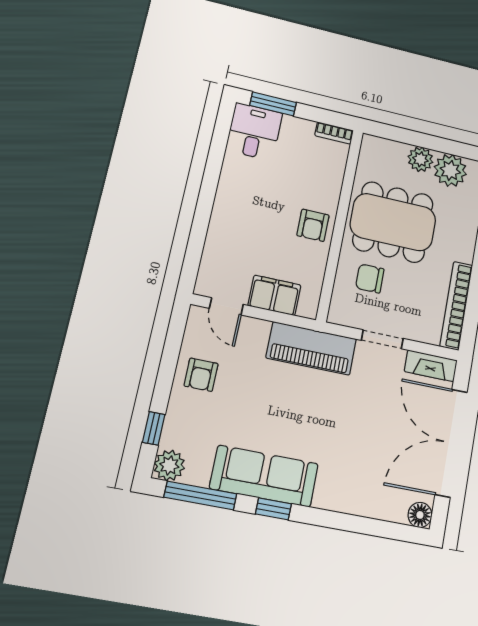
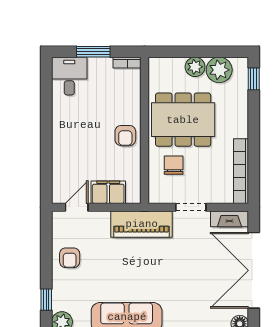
window: (273, 104) -> (93, 52), moved
chair: (370, 278) -> (174, 165), turned 90
door: (226, 306) -> (77, 207), swing flipped

